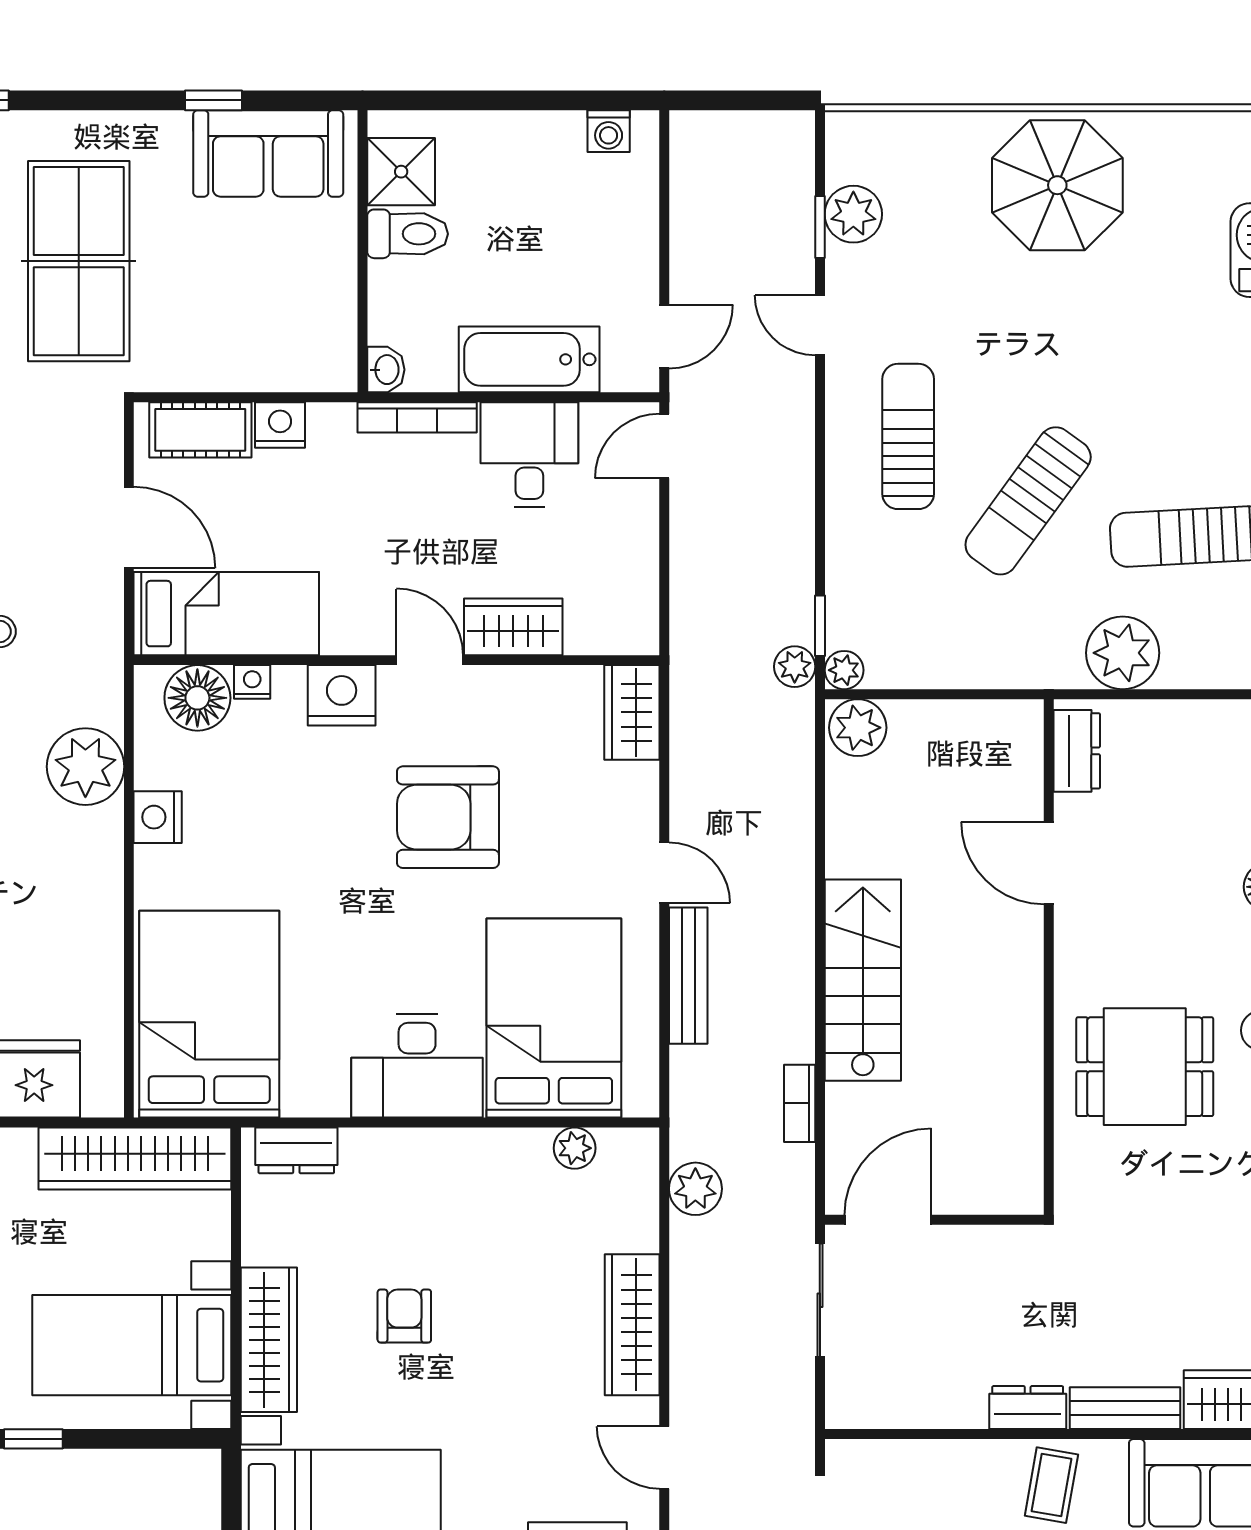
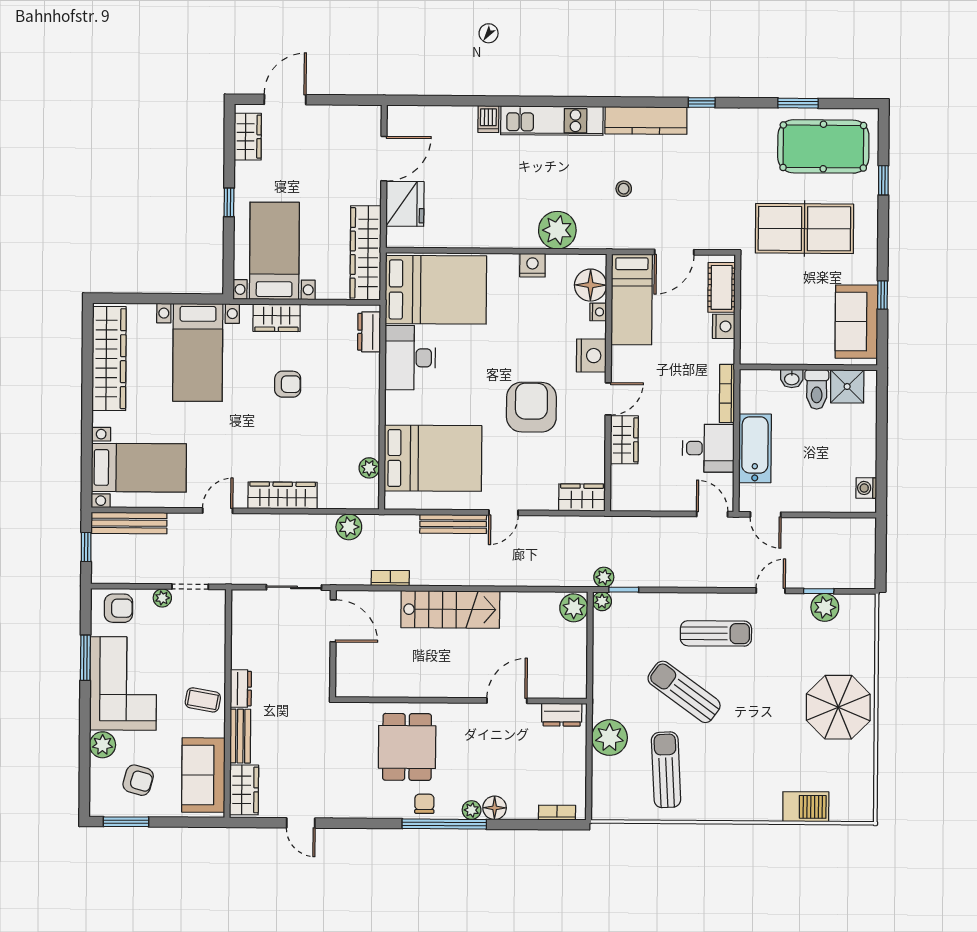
washbasin: (386, 370) -> (792, 379), moved
desk: (417, 1066) -> (410, 358), moved
wardrobe: (269, 1340) -> (277, 318), width x0.67

